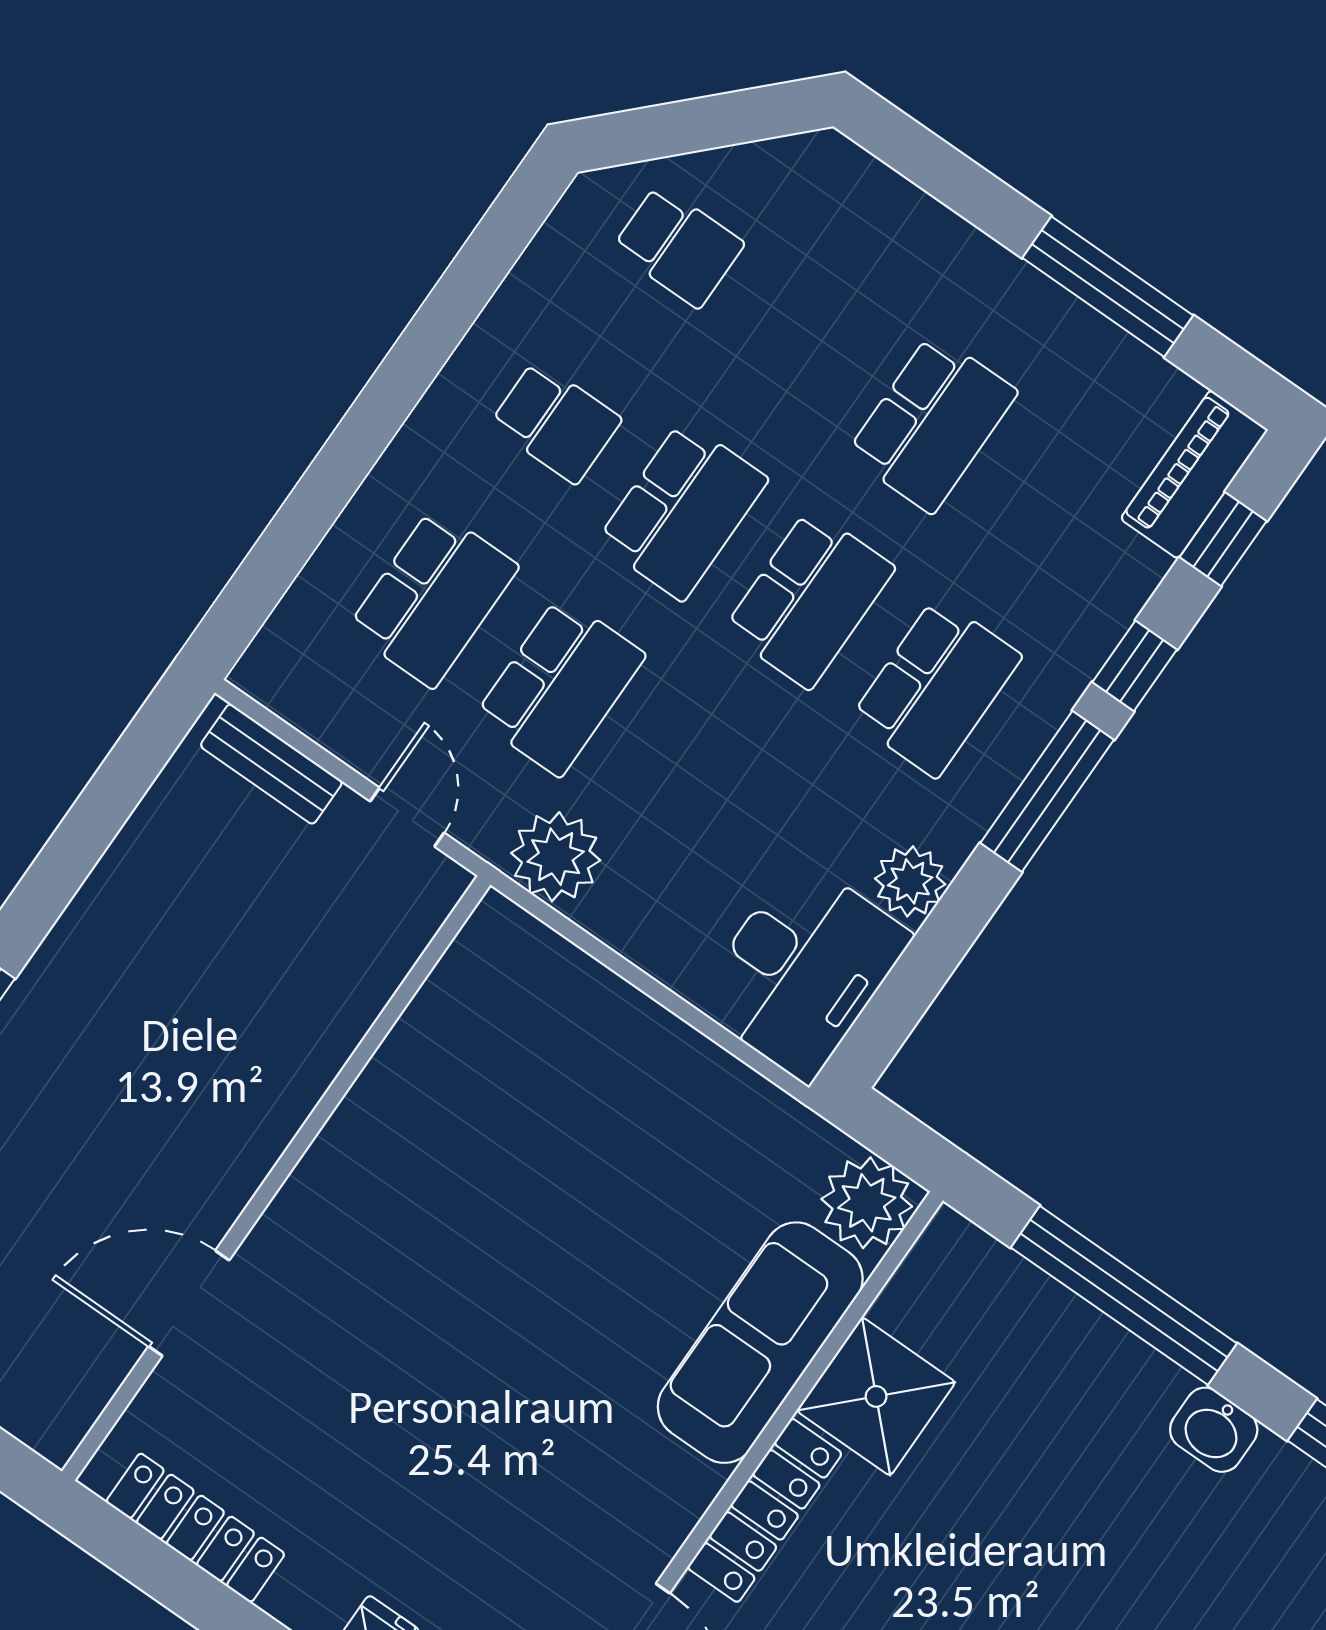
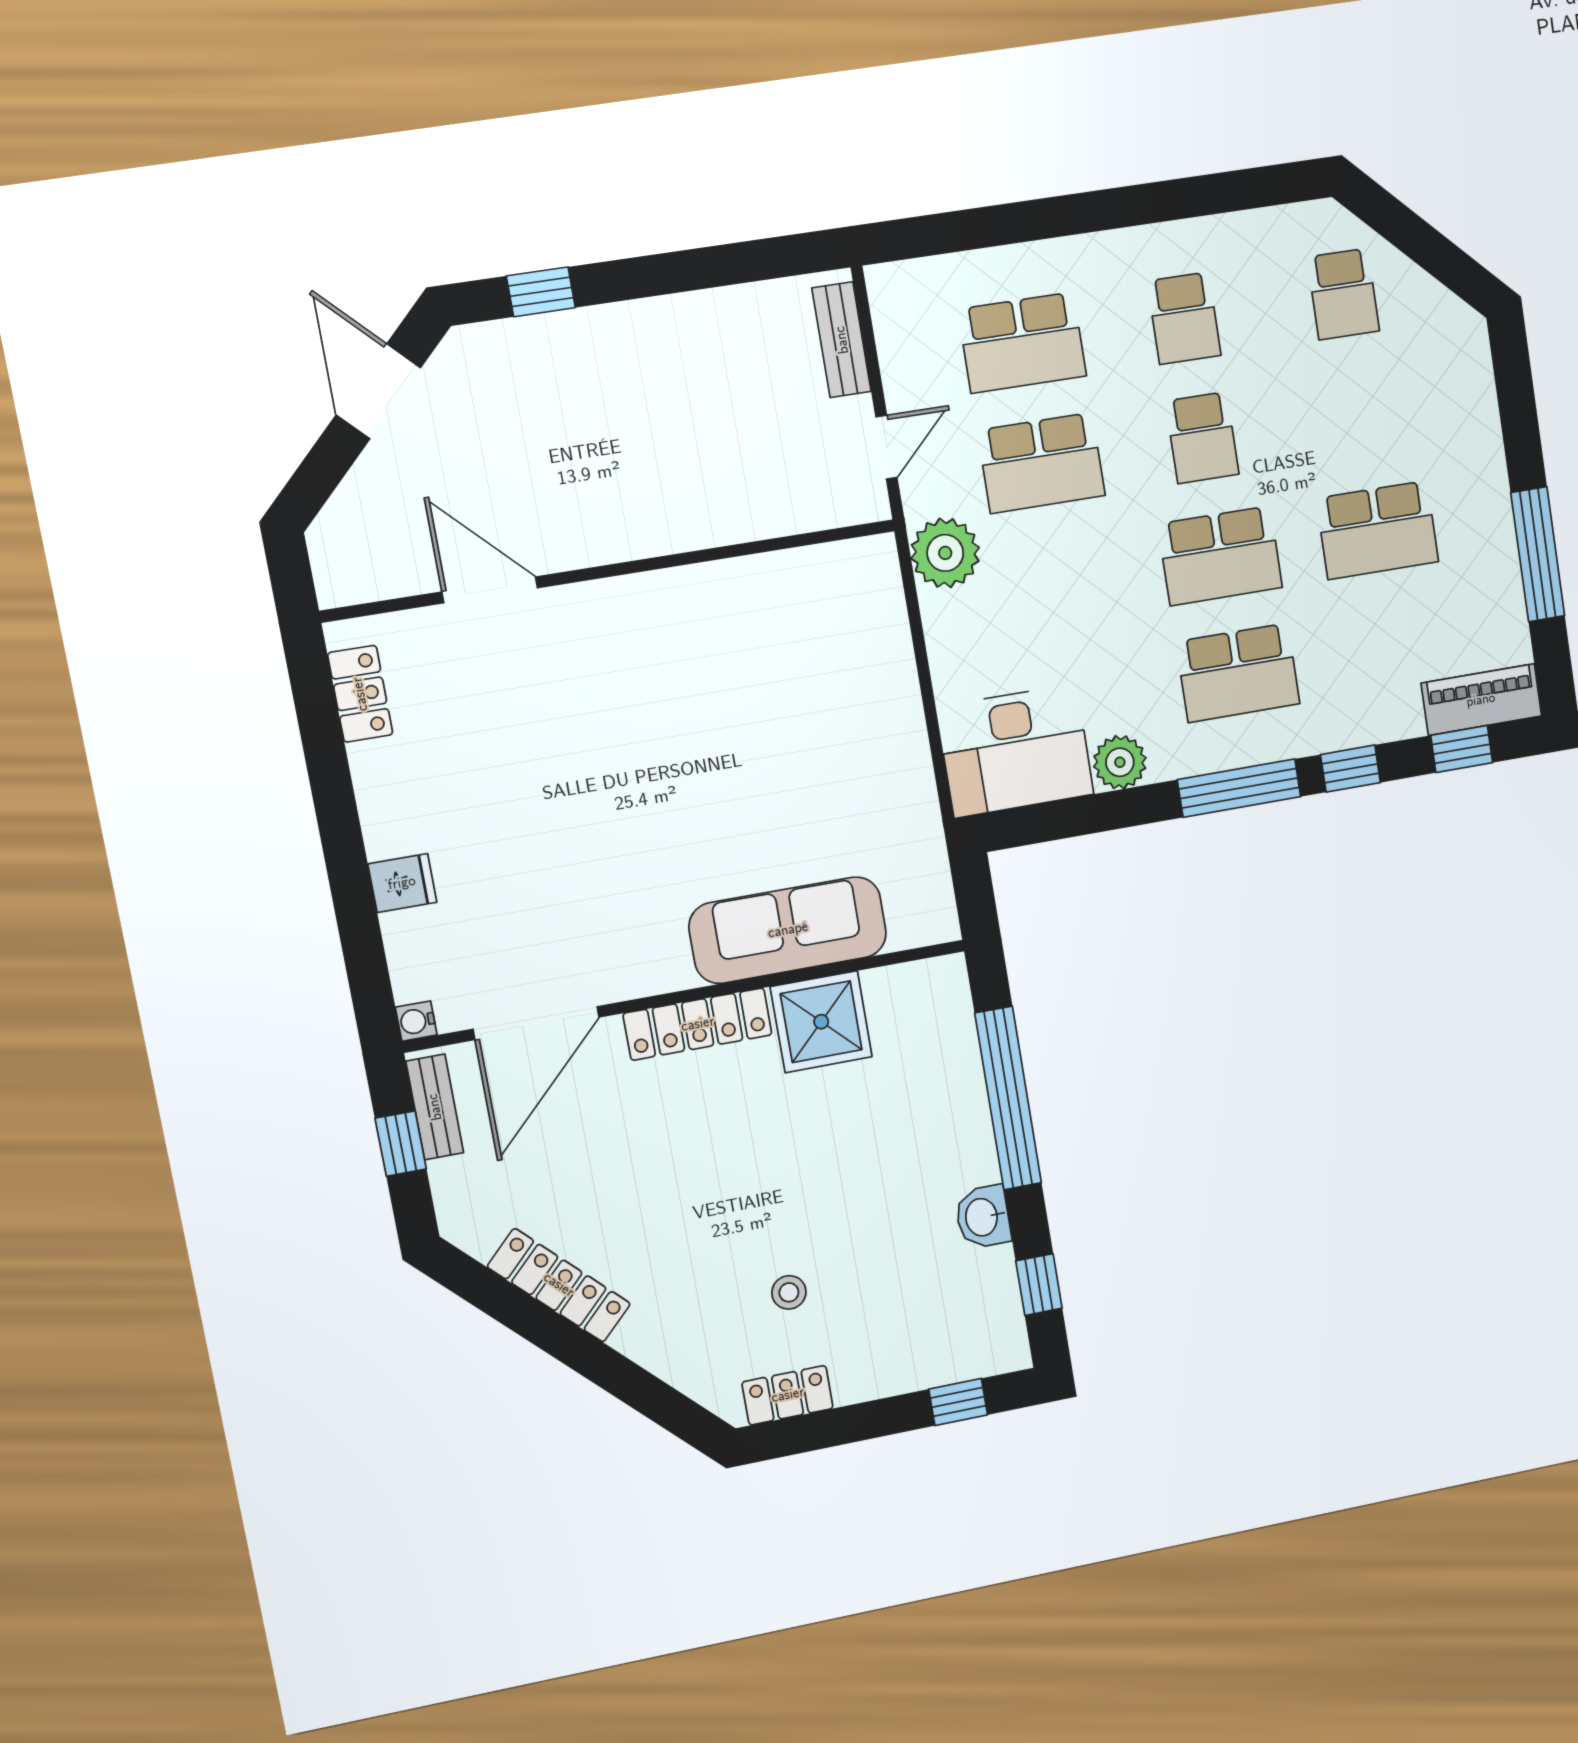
school desk: (683, 510) -> (1202, 438), width x0.54
plant: (867, 1203) -> (922, 912), removed
locker: (195, 1528) -> (360, 694), width x0.66

